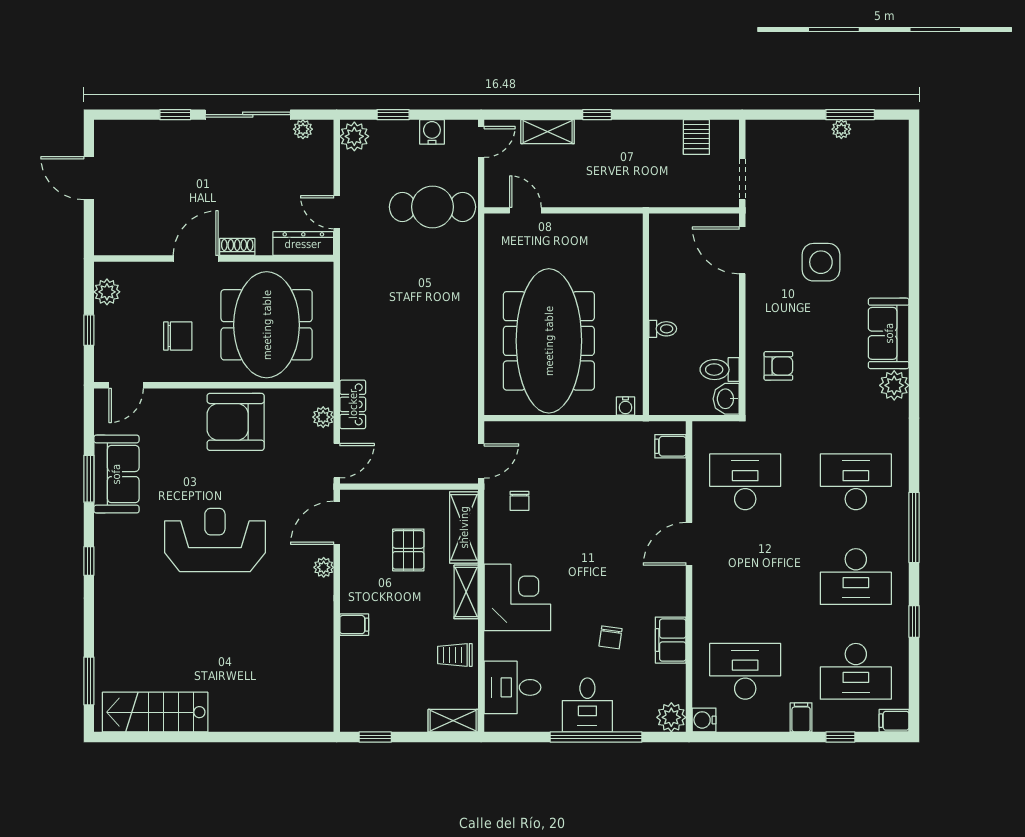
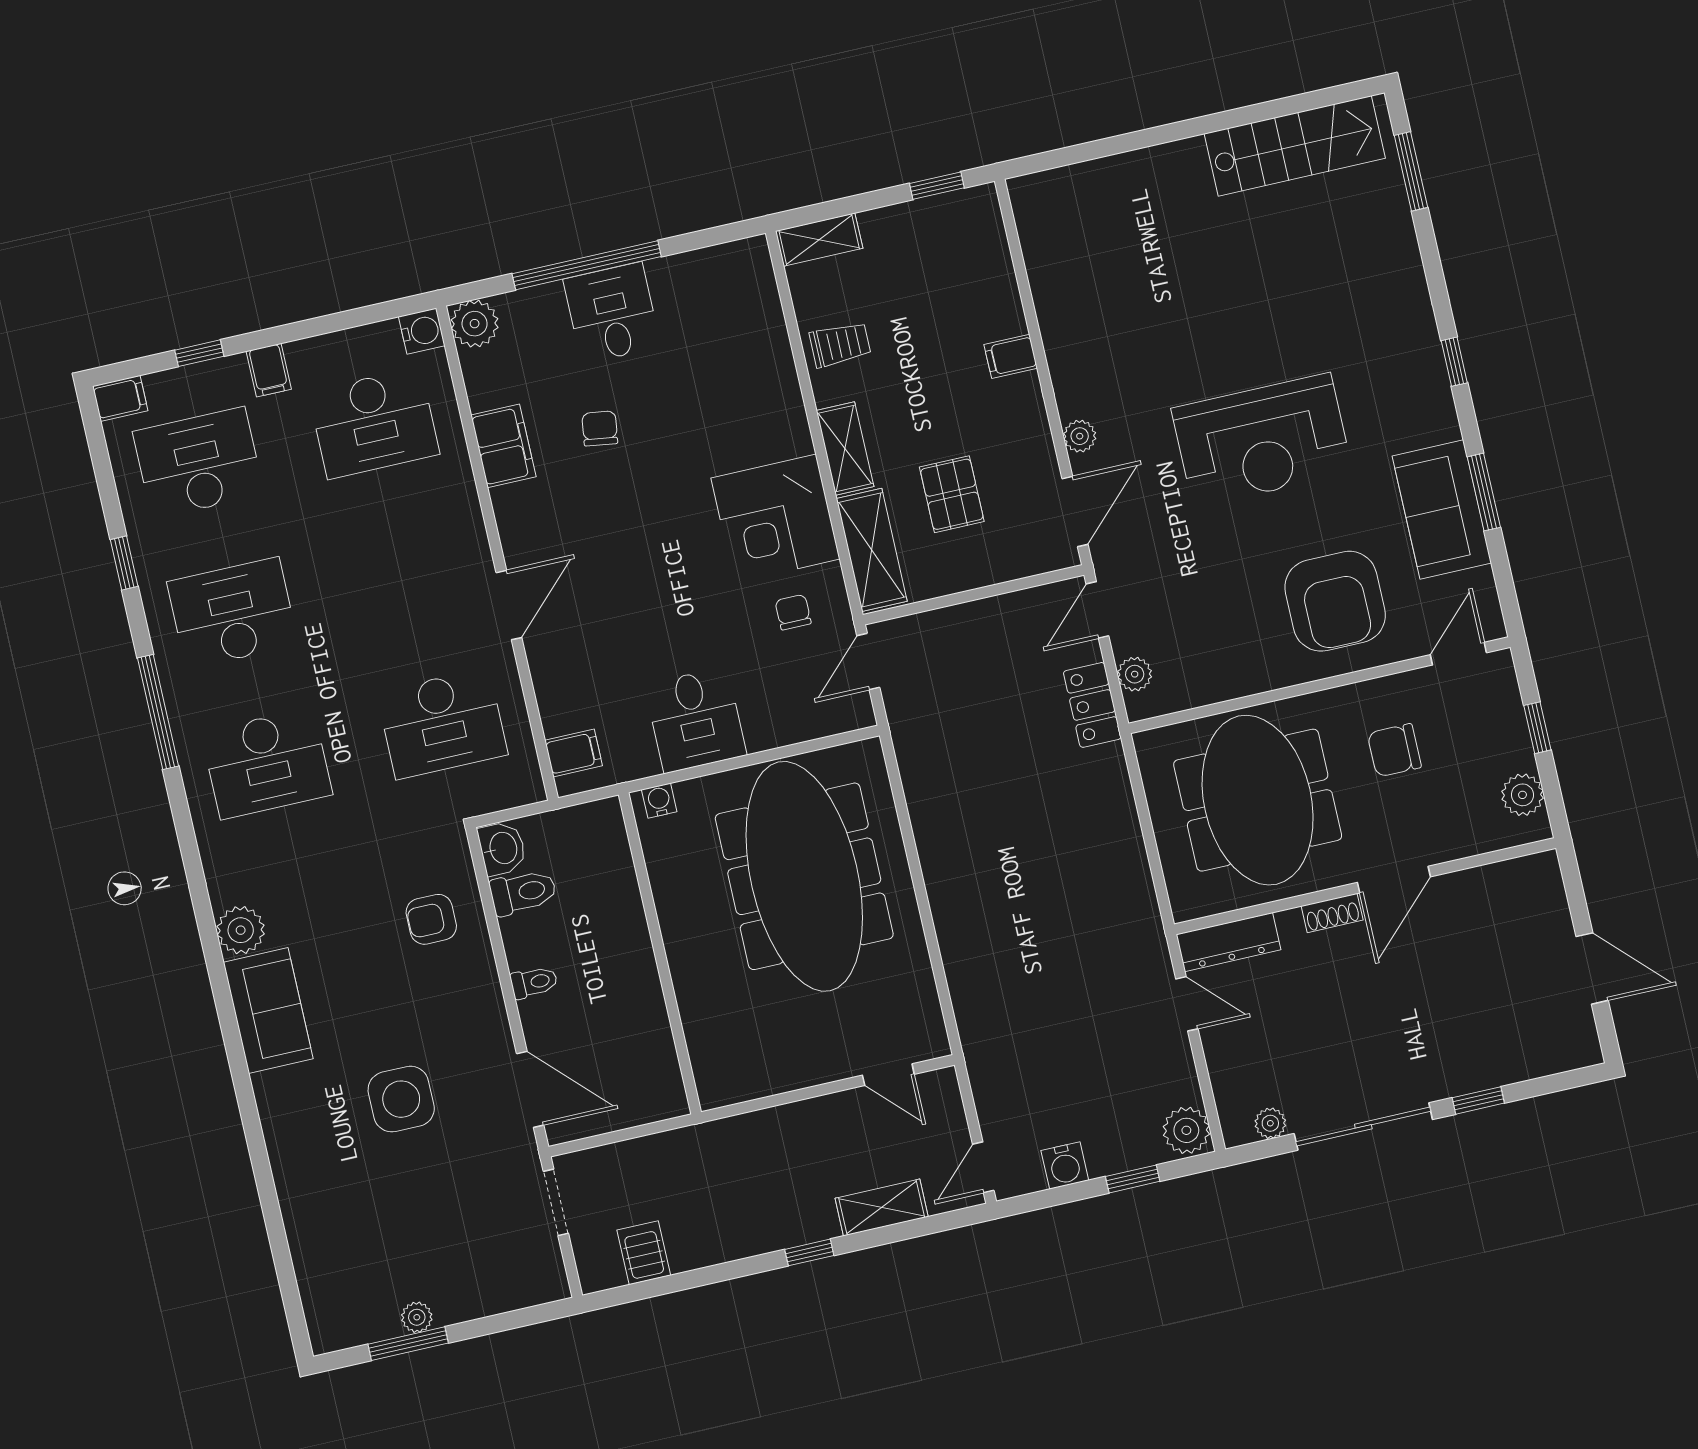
cafe table: (433, 207) -> (1037, 1047), removed
toilet: (663, 329) -> (534, 982), moved, turned 180
armchair: (236, 422) -> (1335, 601), moved, turned 90
corner desk: (517, 597) -> (775, 519), moved
desk: (513, 687) -> (695, 720), moved, turned 90

